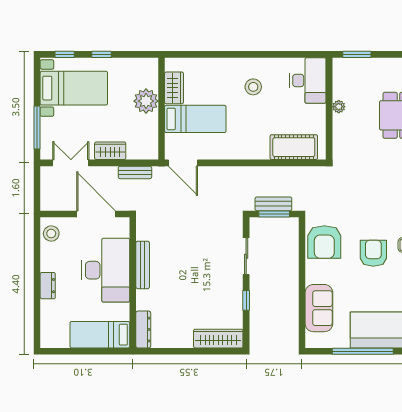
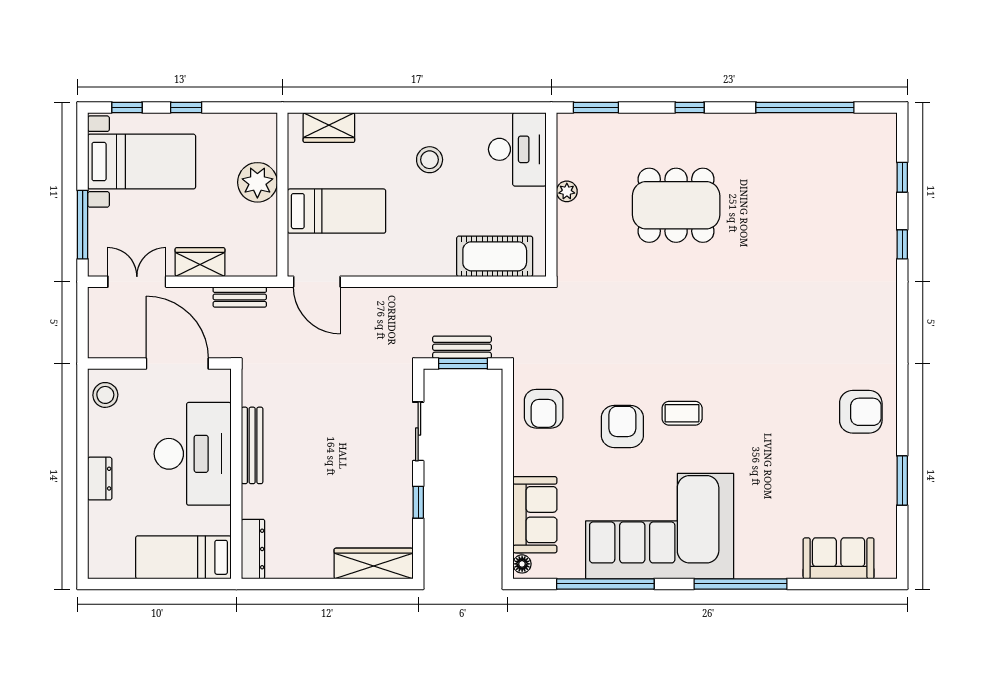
wardrobe: (174, 88) -> (329, 127), moved, turned 90
armchair: (324, 242) -> (544, 409), width x0.73, depth x0.73
floor lamp: (311, 339) -> (522, 564), added

